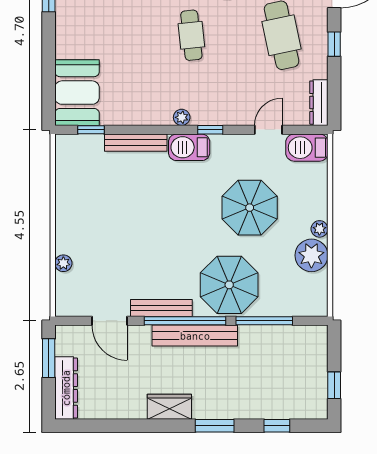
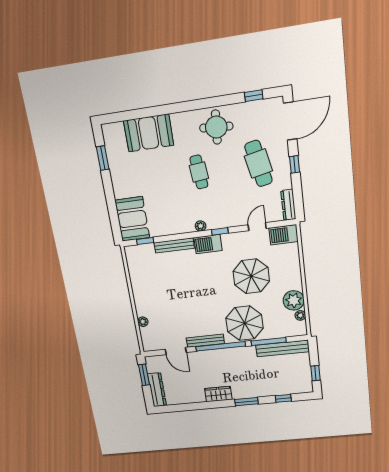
plant: (319, 229) -> (300, 315), moved
bench: (195, 336) -> (282, 348), moved

